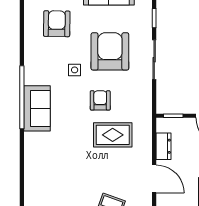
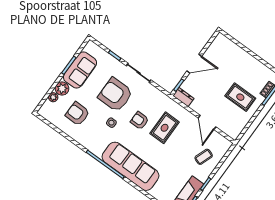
sofa: (37, 108) -> (130, 166), width x1.85, depth x1.27
dresser: (163, 146) -> (183, 97), moved
door: (154, 179) -> (207, 122), swing flipped

